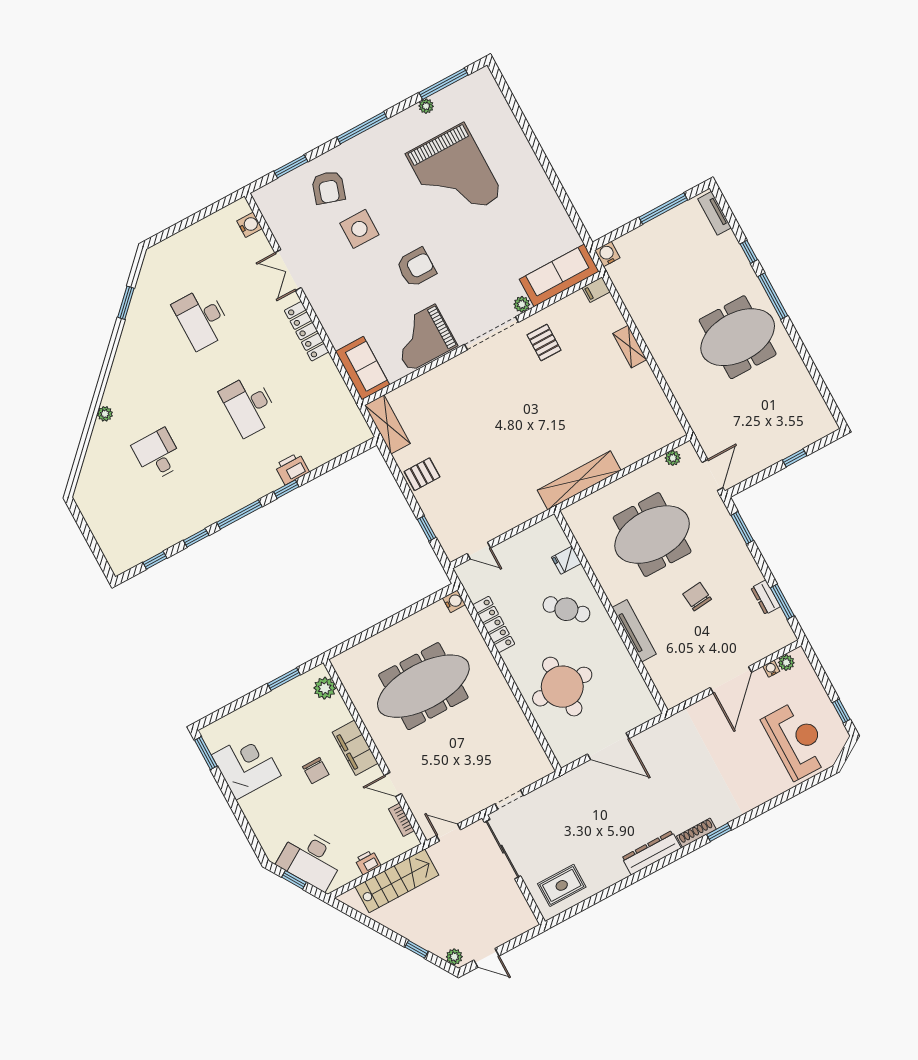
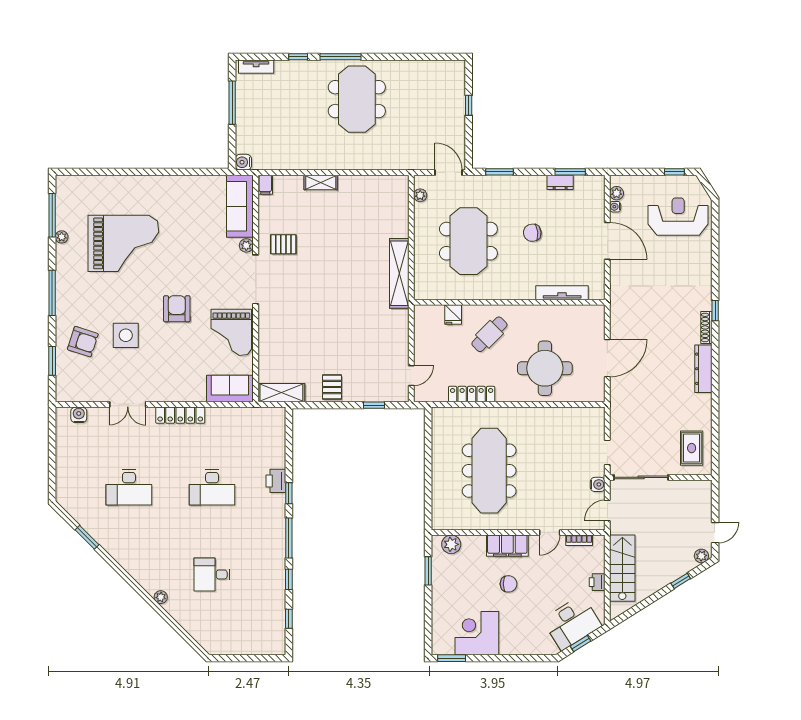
water cooler: (454, 601) -> (598, 484), moved, turned 90
tv unit: (634, 631) -> (562, 293), moved

